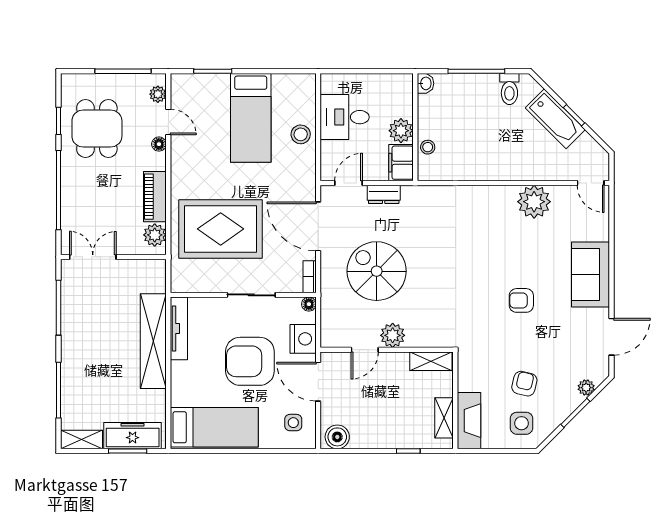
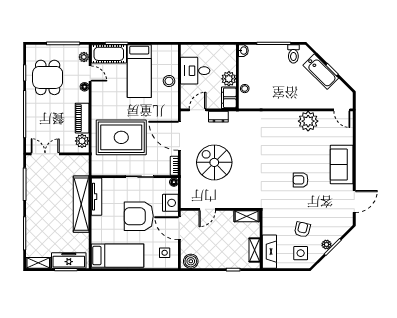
cot: (200, 89) -> (109, 54), added
plant: (393, 335) -> (224, 201), removed
plant: (586, 388) -> (327, 244), moved

